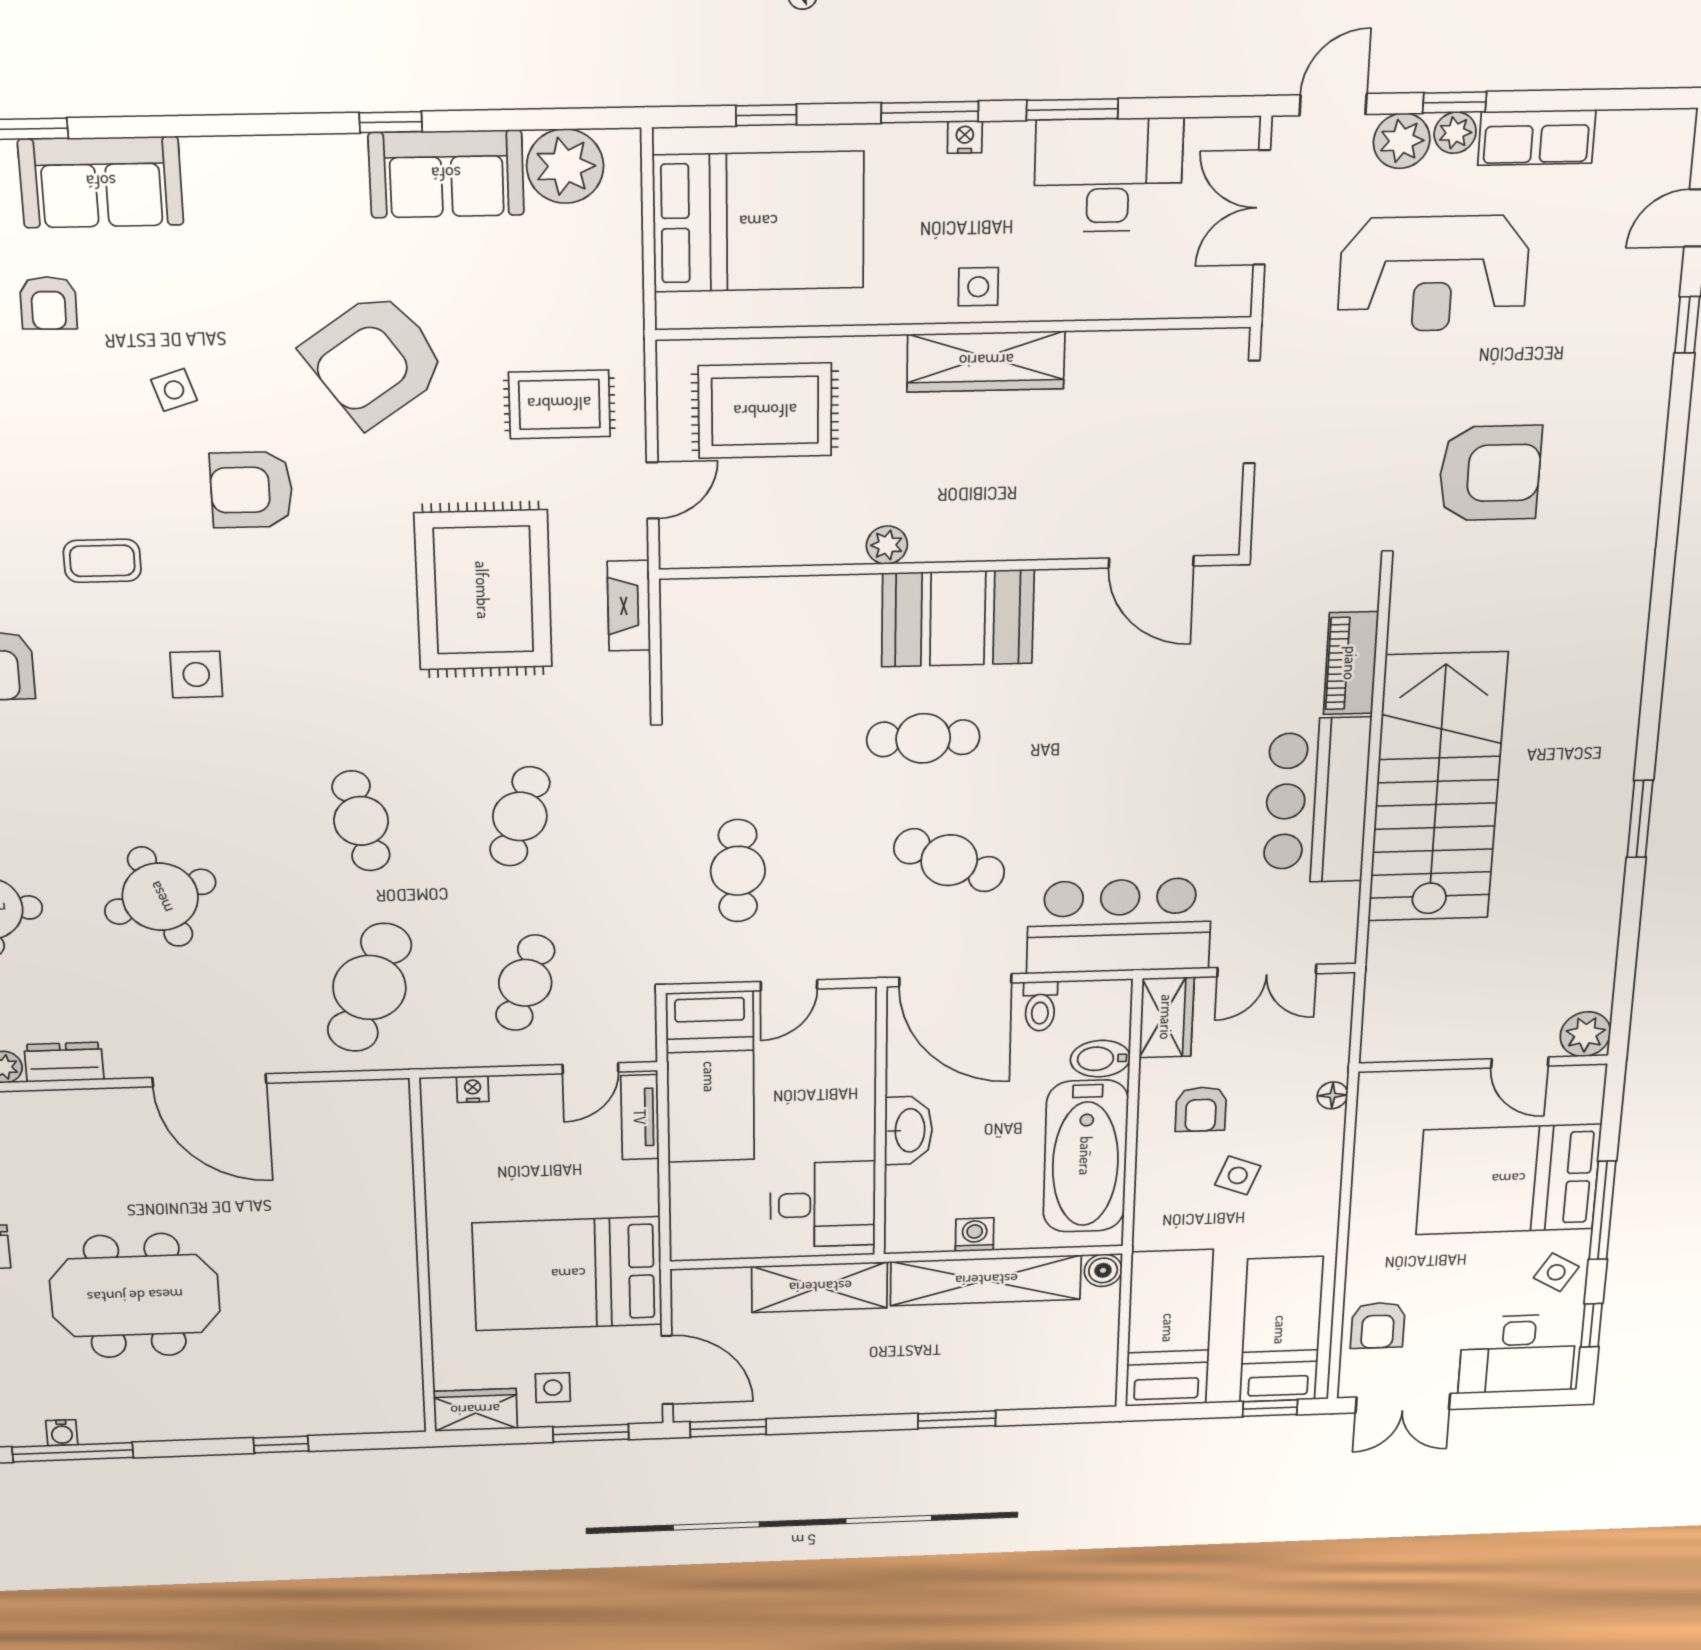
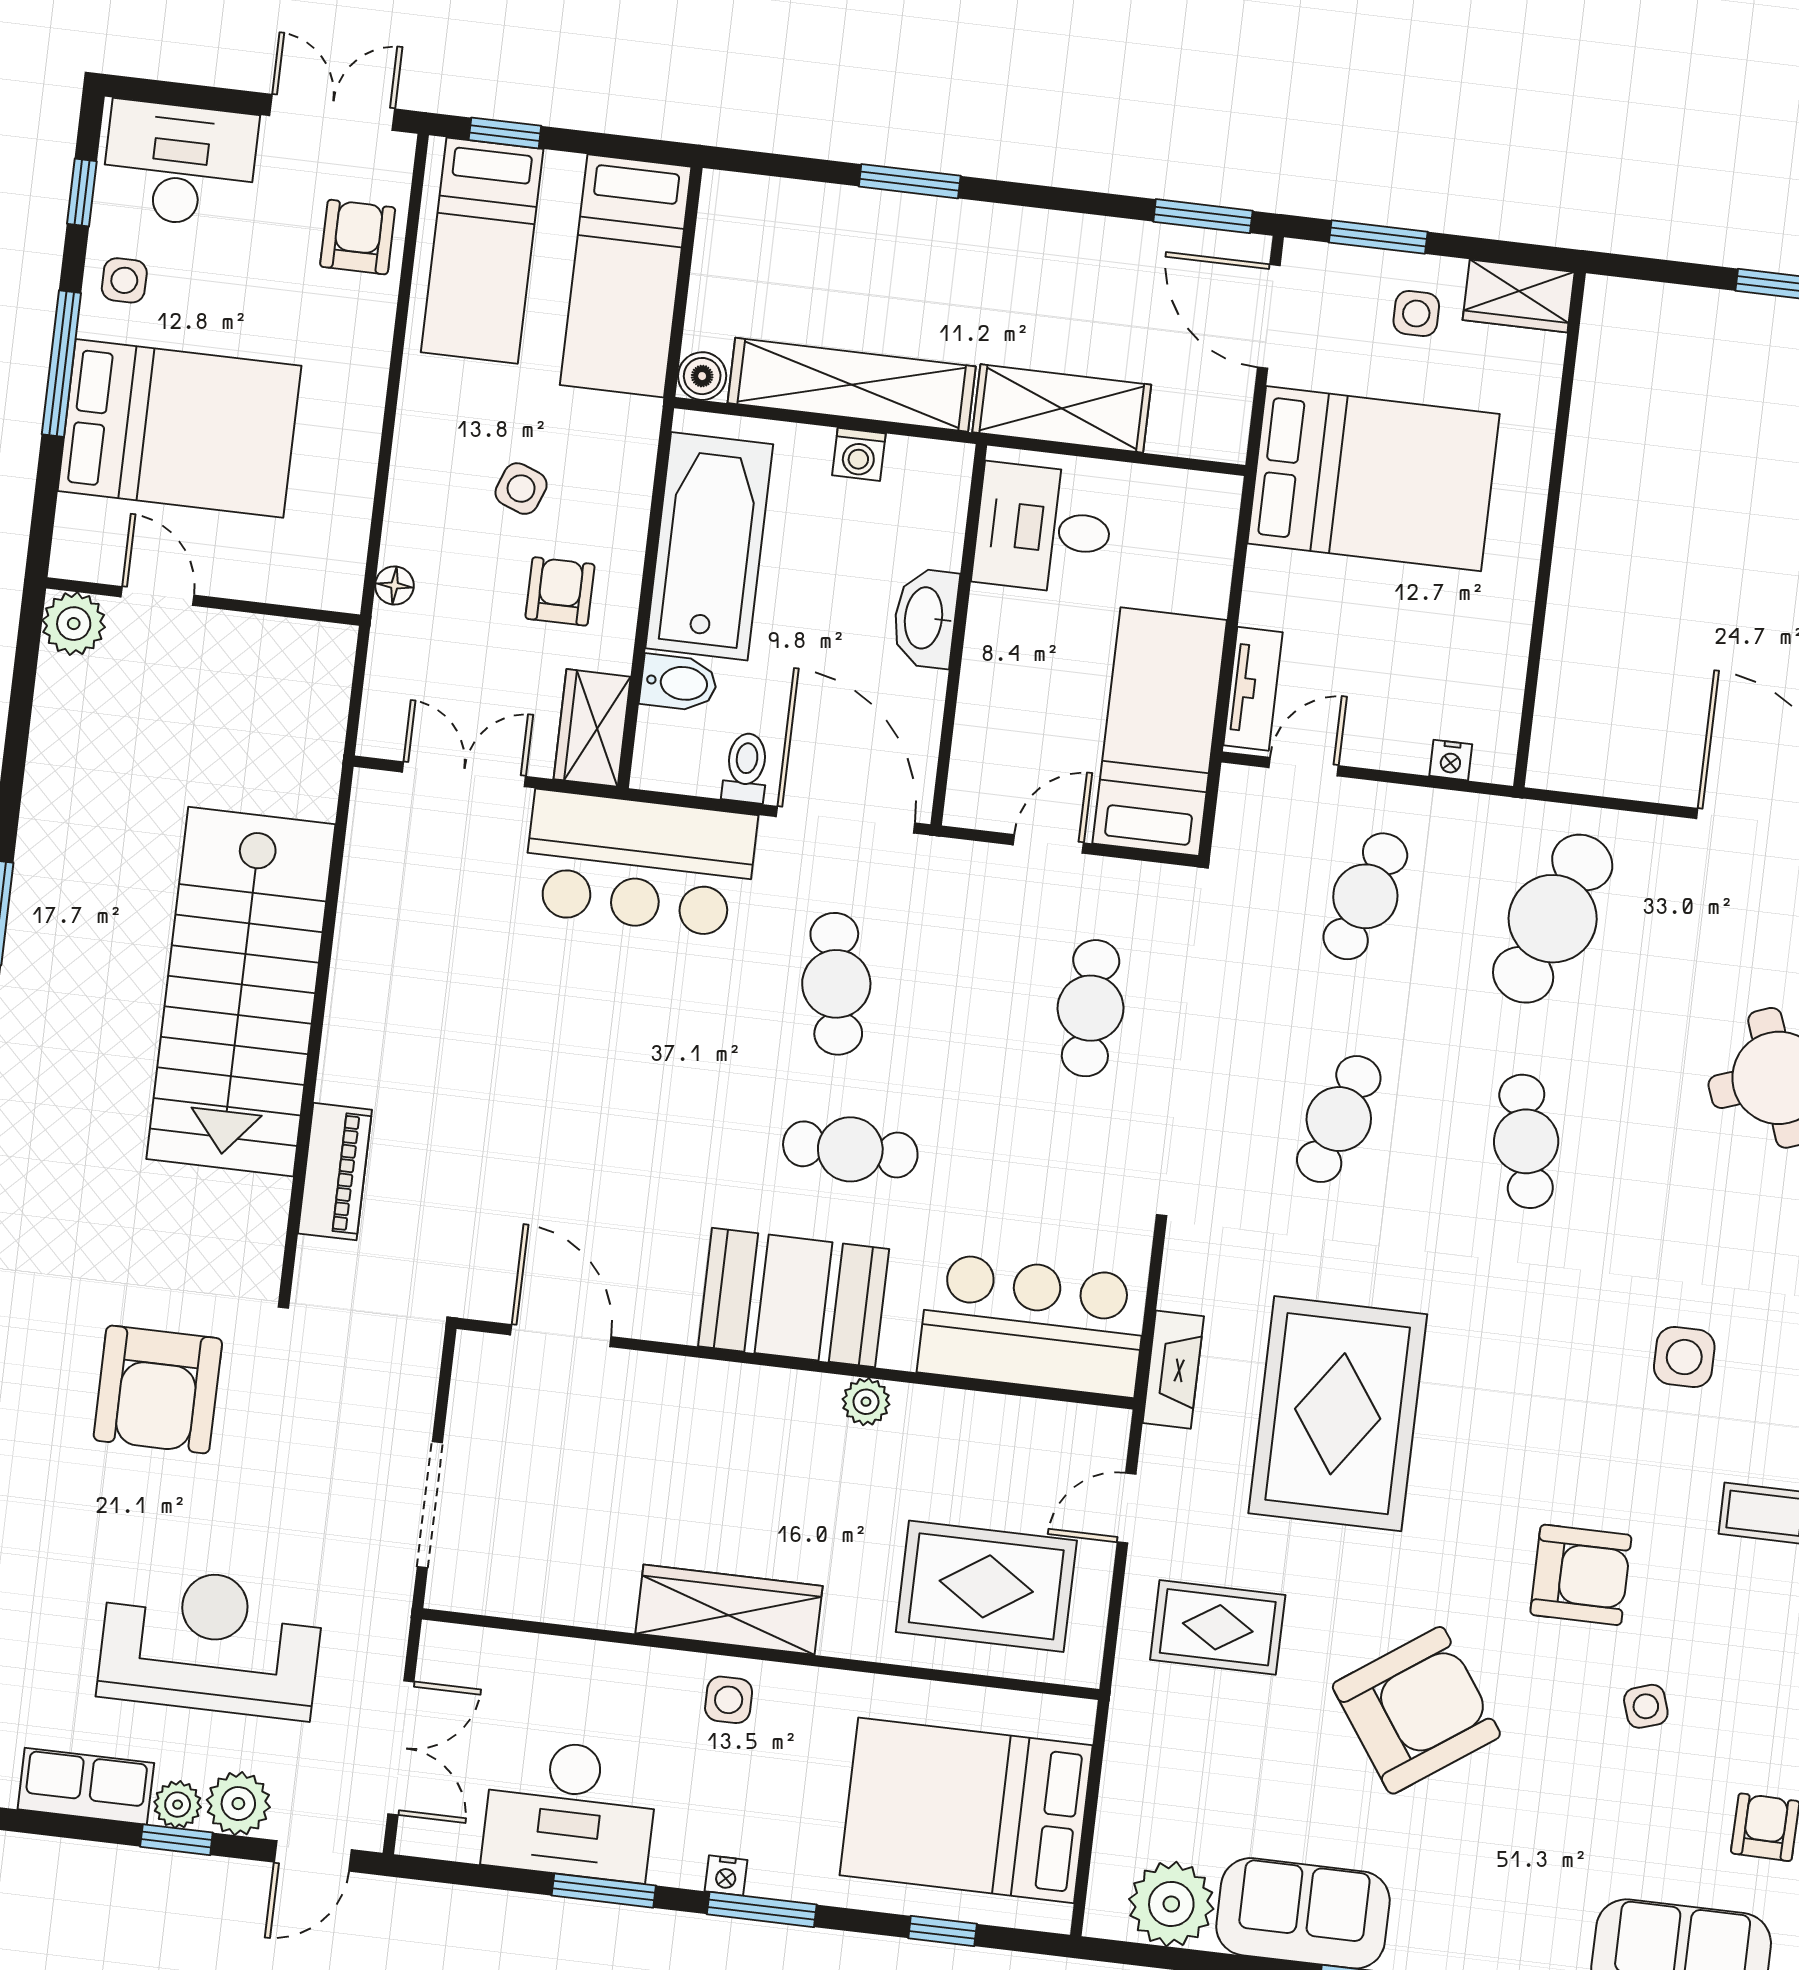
armchair: (1490, 473) -> (158, 1389), turned -90
bar counter: (1317, 801) -> (1033, 1325), moved, turned -90
cafe table: (949, 860) -> (836, 984), turned 57
side table: (1556, 1272) -> (124, 280), turned -31

